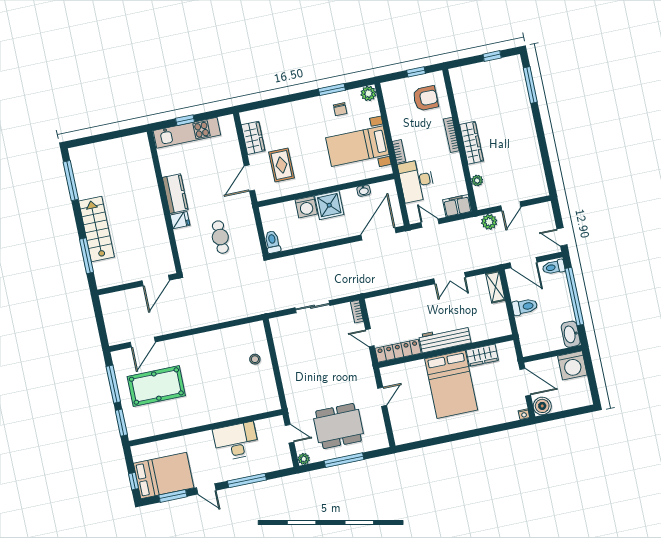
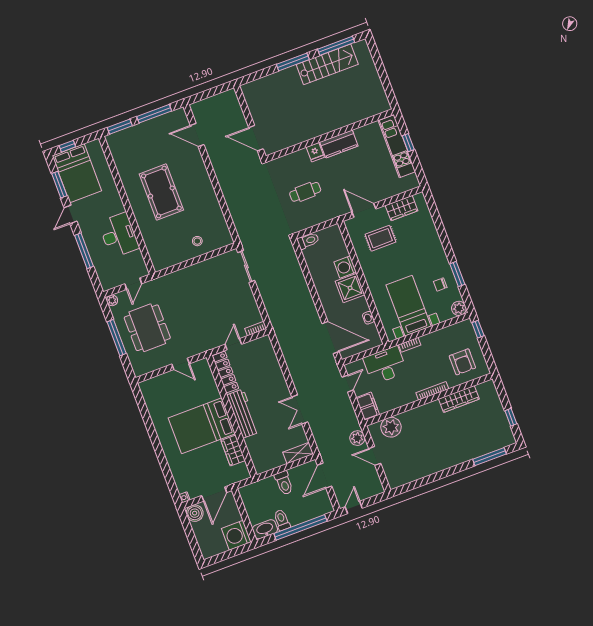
window: (416, 72) -> (478, 329), moved
wardrobe: (471, 143) -> (459, 399), moved
plant: (477, 181) -> (391, 427), width x1.88, depth x1.88
stairs: (97, 229) -> (327, 64), moved
window: (86, 256) -> (293, 62), moved
toilet: (554, 267) -> (282, 520), moved
sliding door: (312, 307) -> (246, 267), moved
pool table: (156, 386) -> (161, 192), moved

